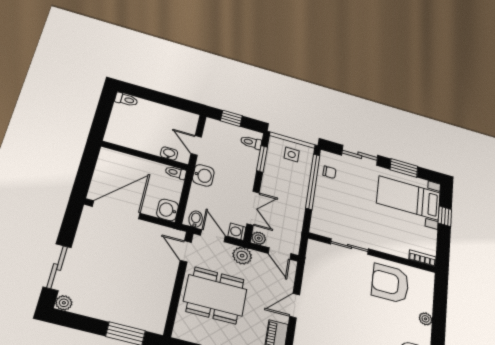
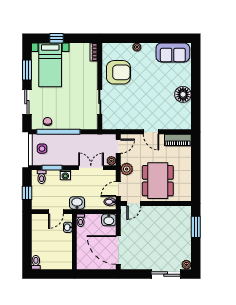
washing machine: (237, 232) -> (65, 175), moved
armchair: (390, 283) -> (118, 72), turned -90

